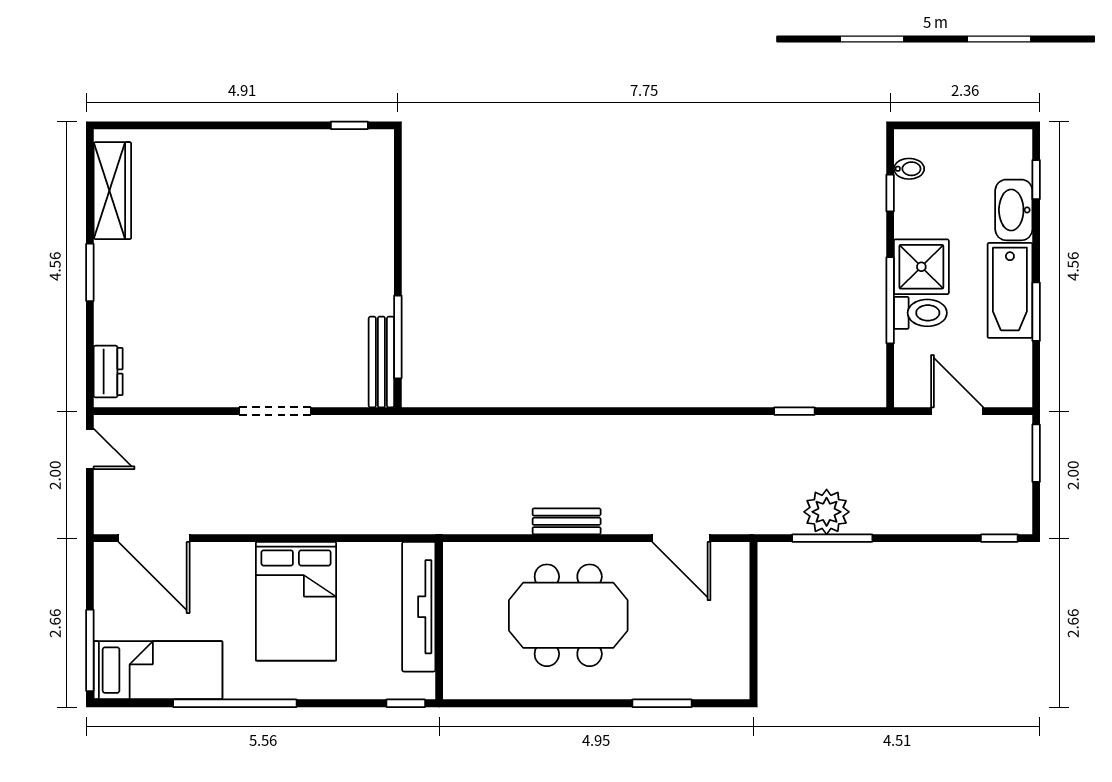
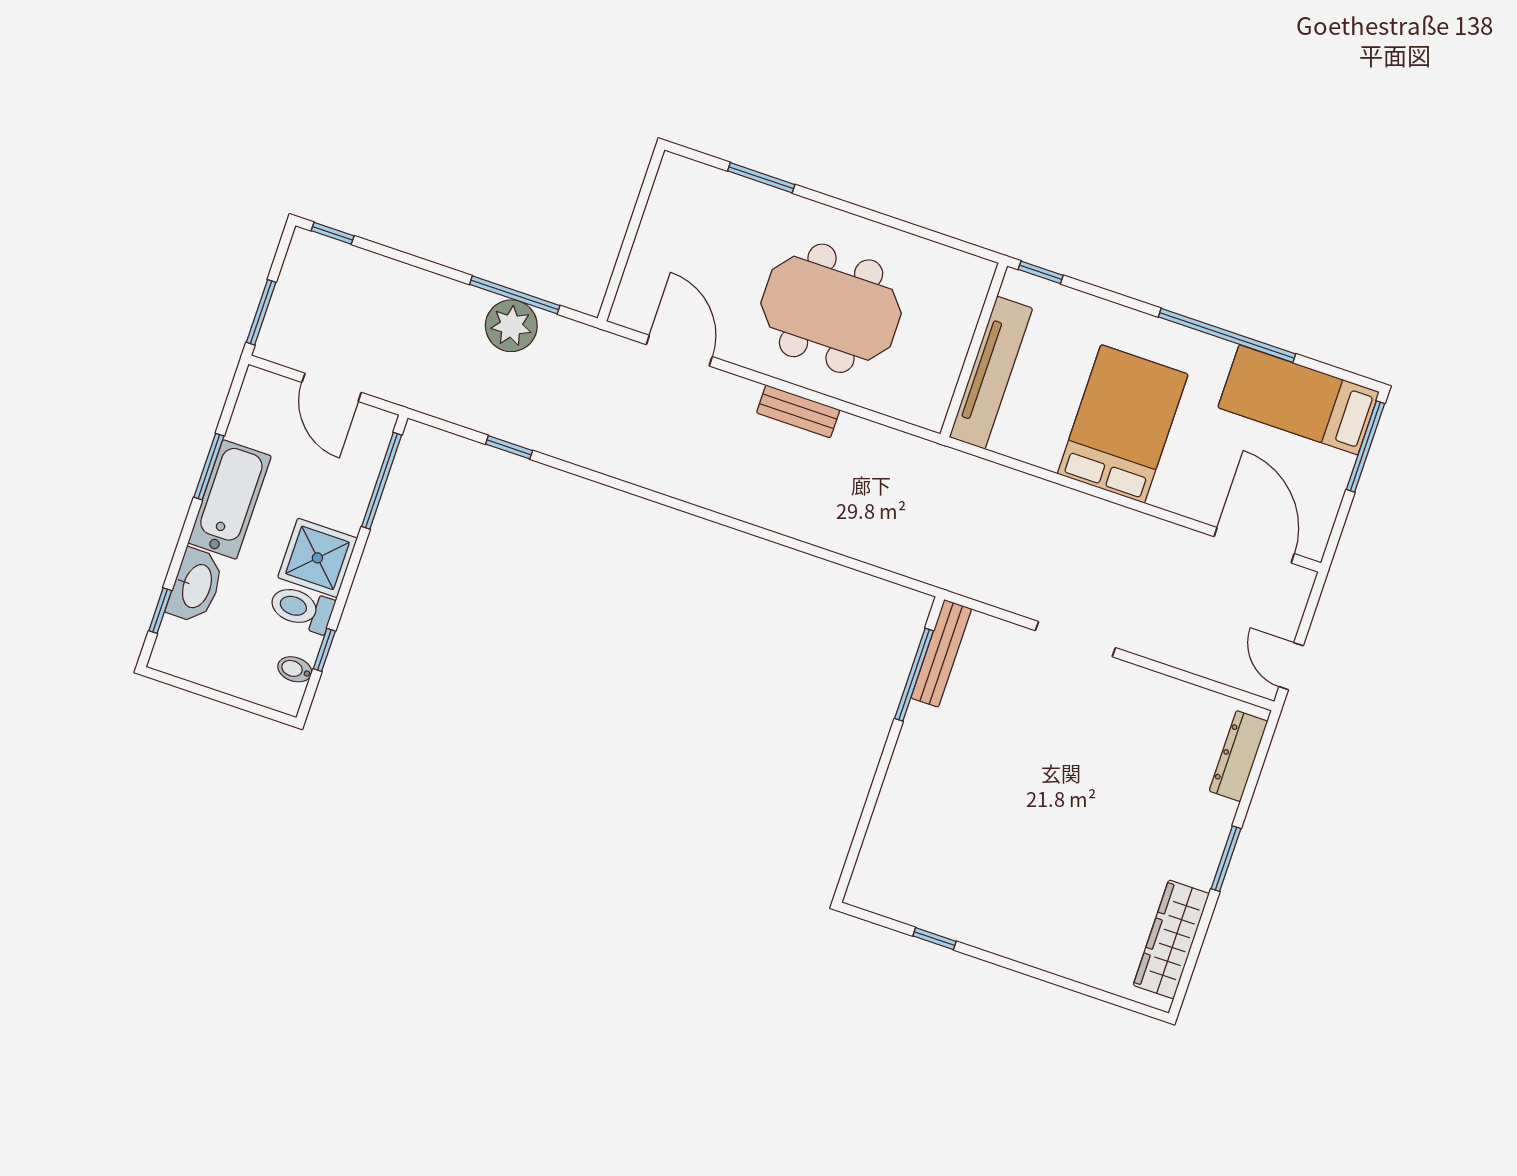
window: (349, 125) -> (934, 939), moved
window: (890, 300) -> (382, 481), moved
toilet: (920, 313) -> (301, 609), moved
dresser: (108, 372) -> (1238, 756), width x1.44

